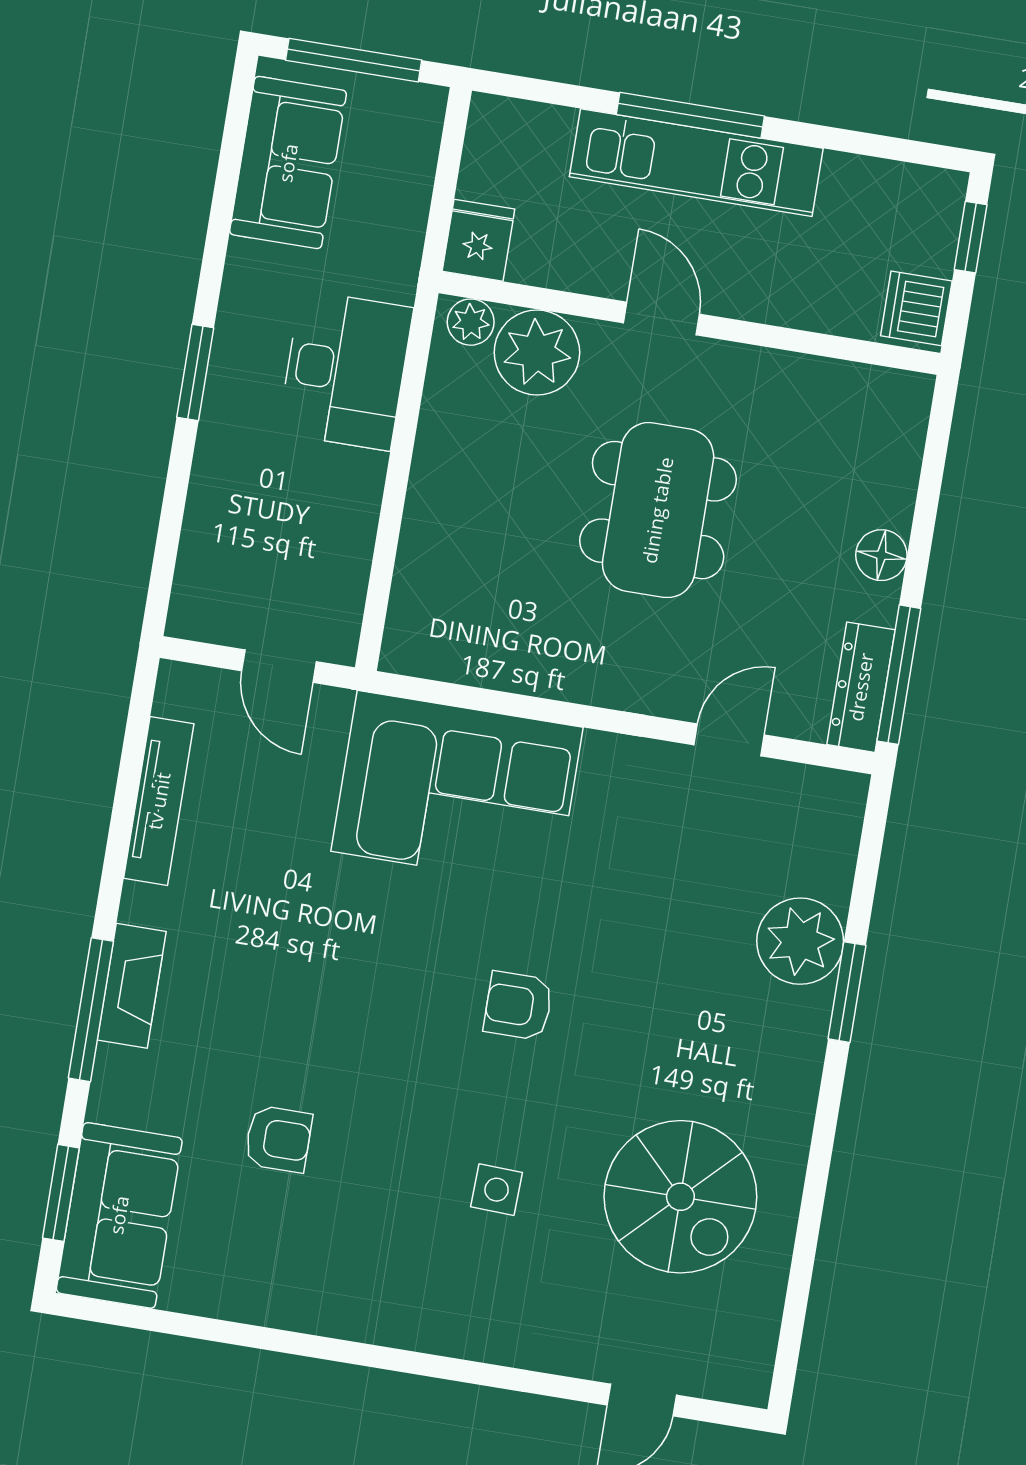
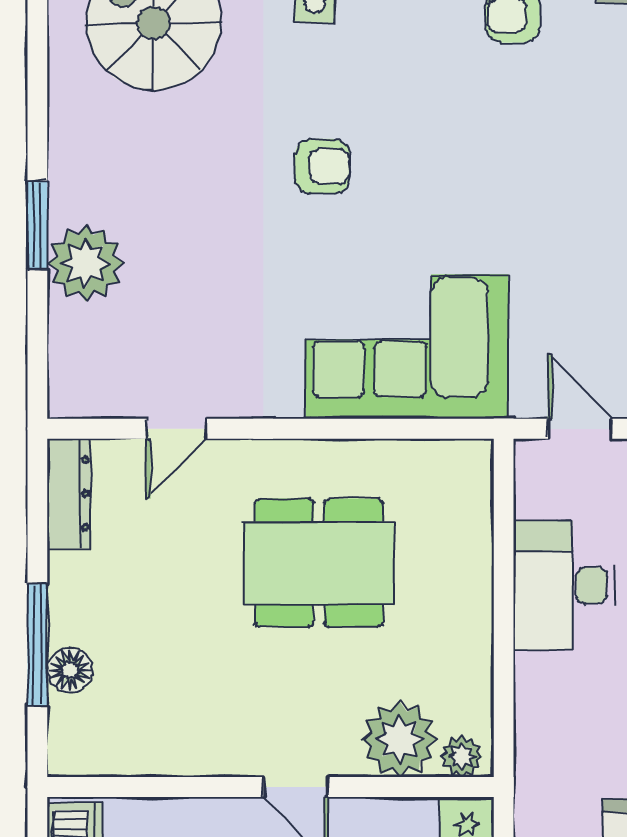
desk: (345, 370) -> (564, 585), moved
dining table: (658, 510) -> (319, 563), moved, turned 90
floor lamp: (881, 555) -> (70, 670), moved
window: (899, 675) -> (37, 644), moved

